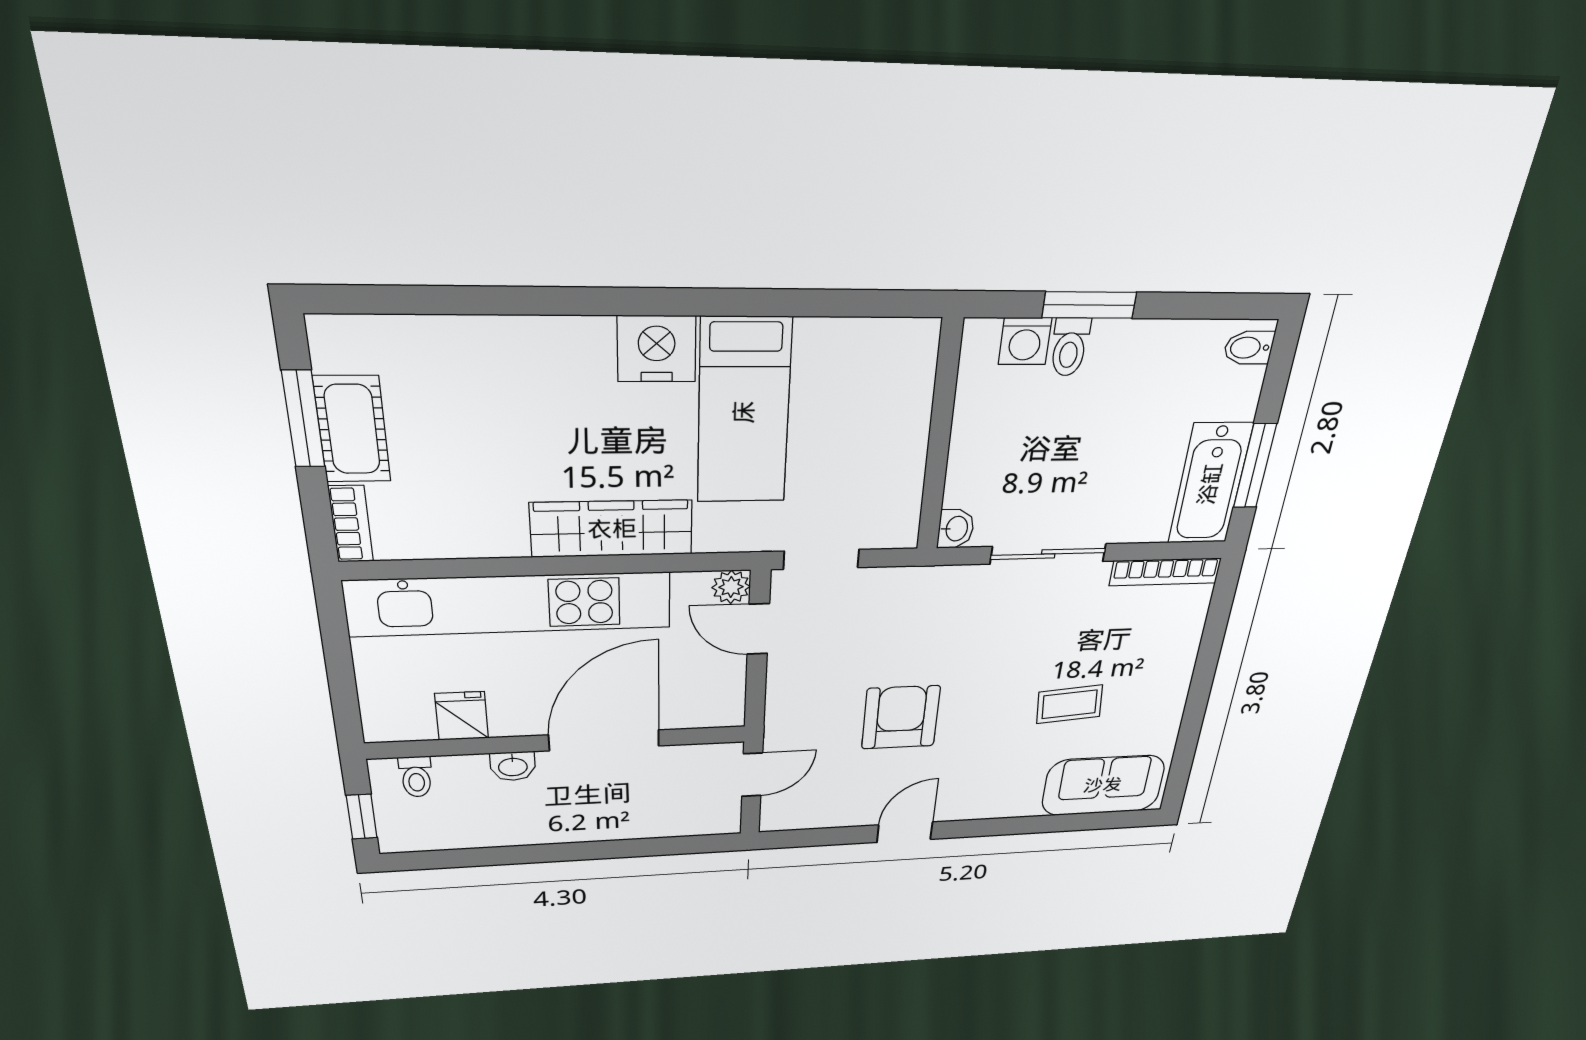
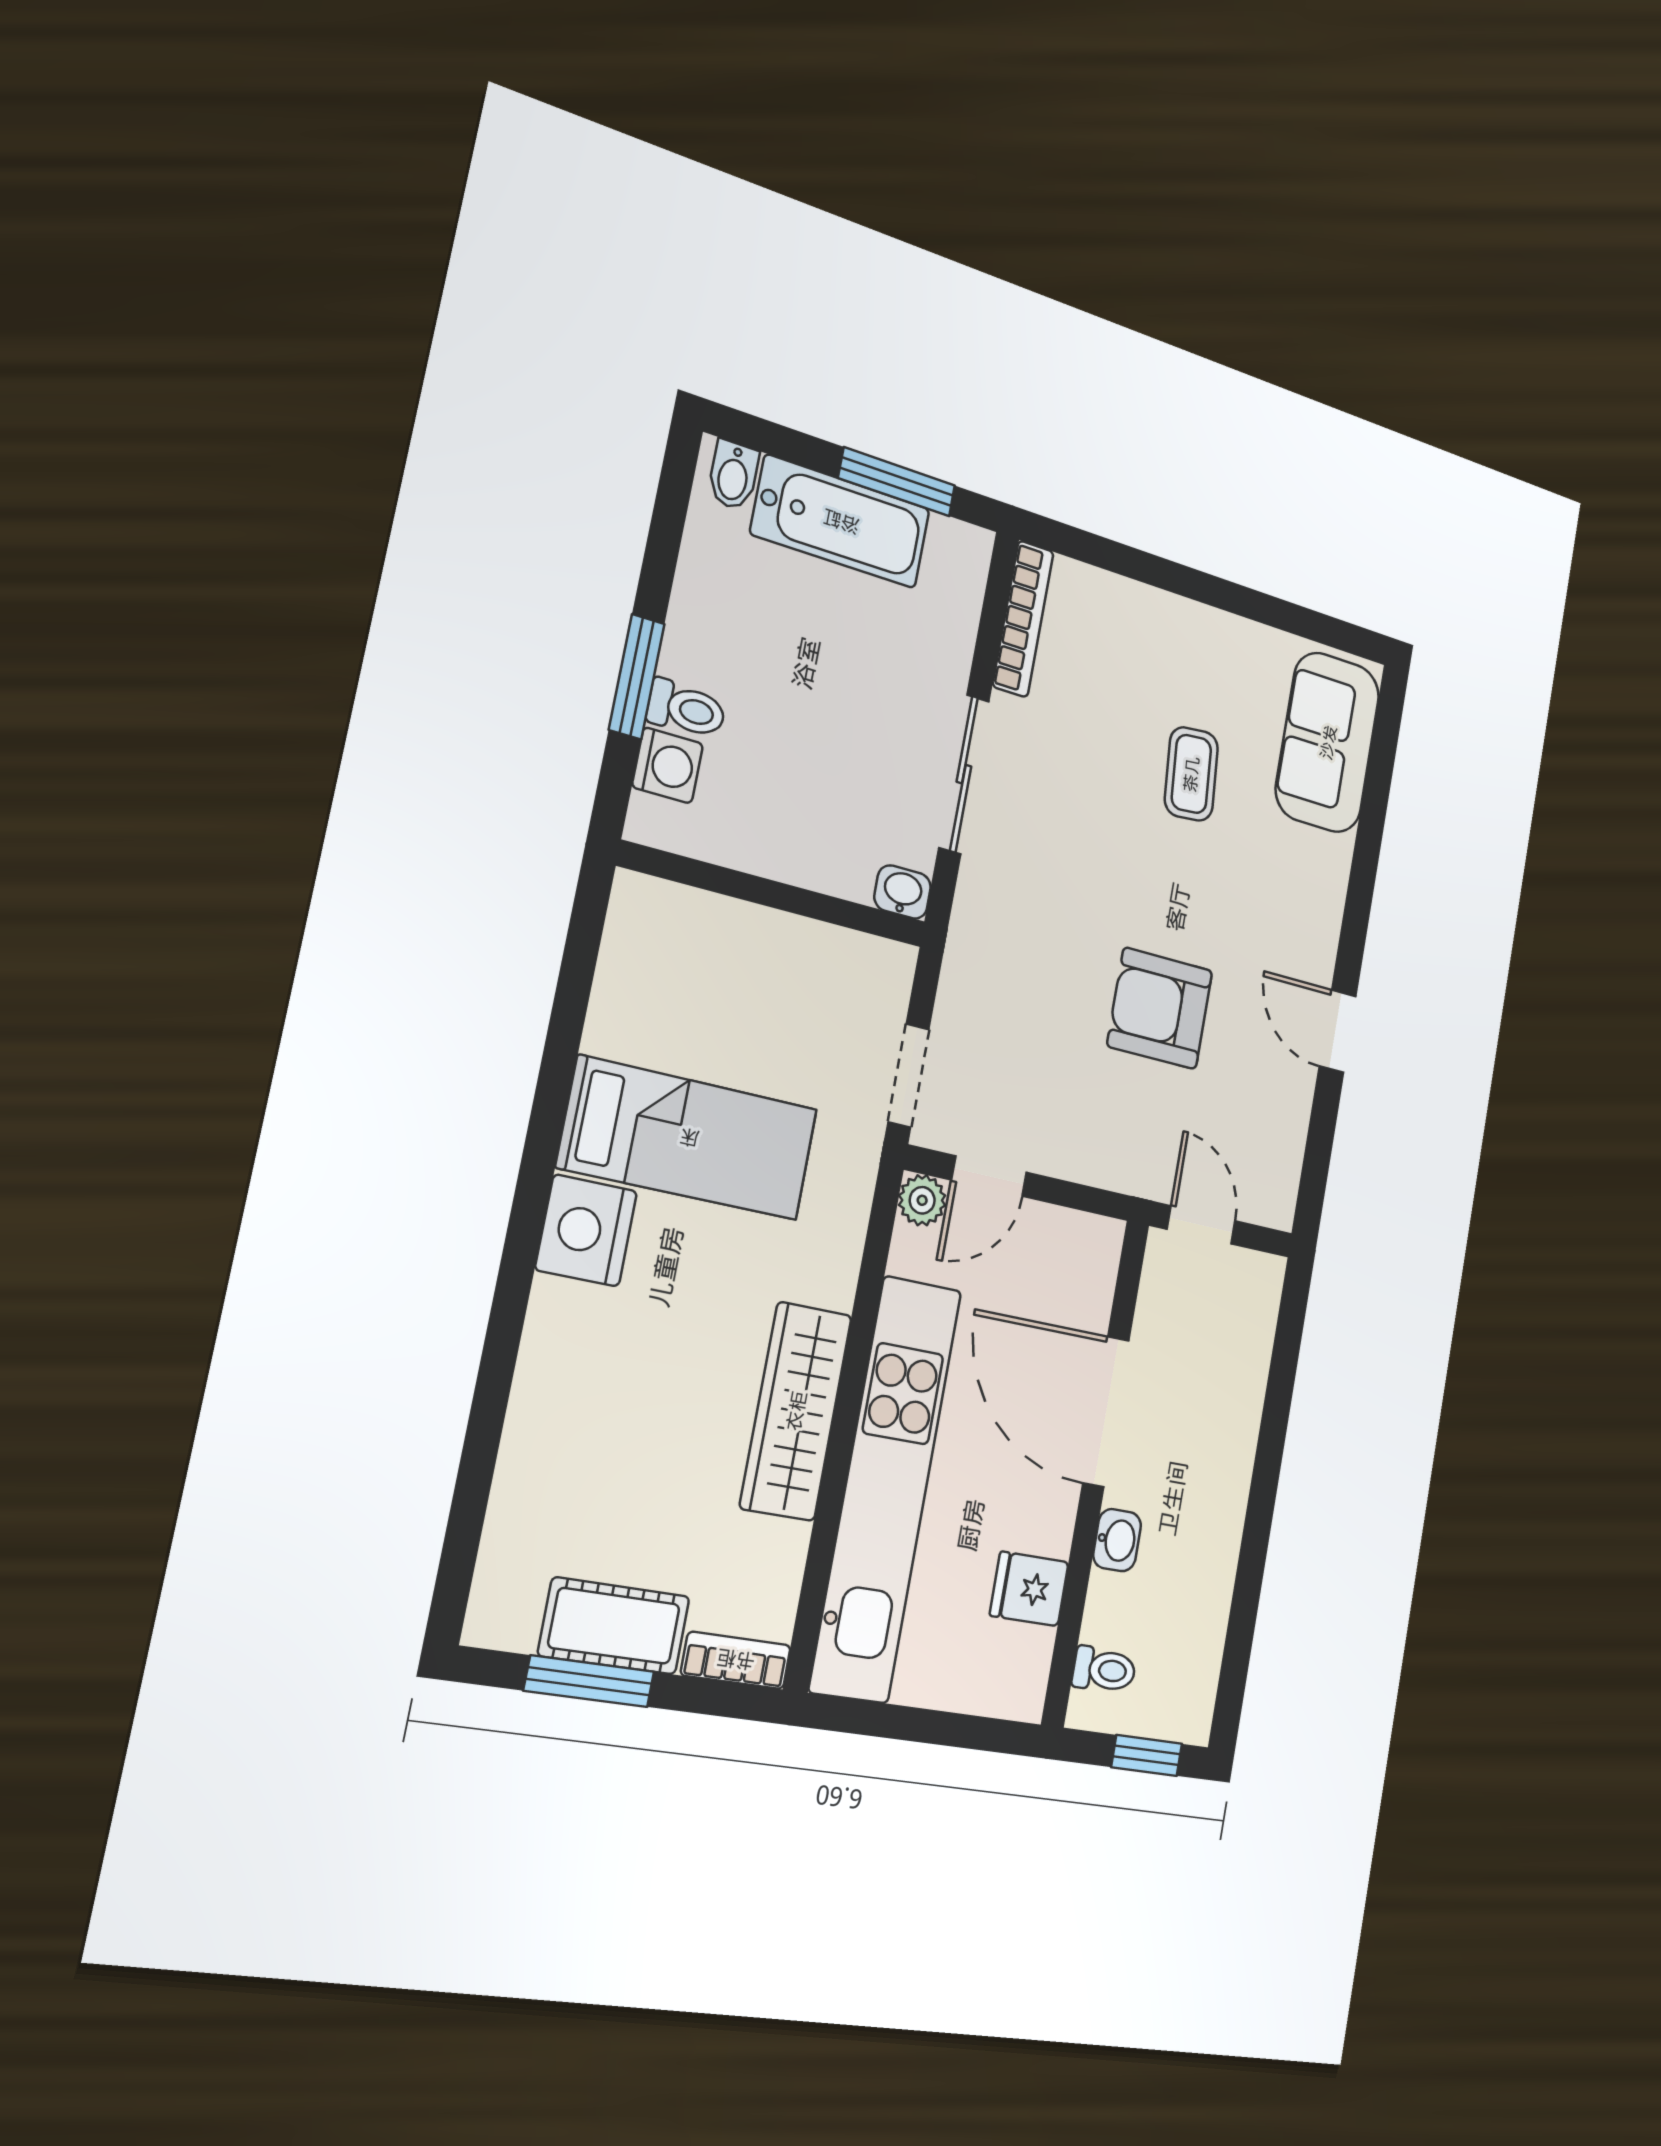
bathtub: (1210, 484) -> (841, 522), moved
wardrobe: (612, 529) -> (796, 1411), moved

